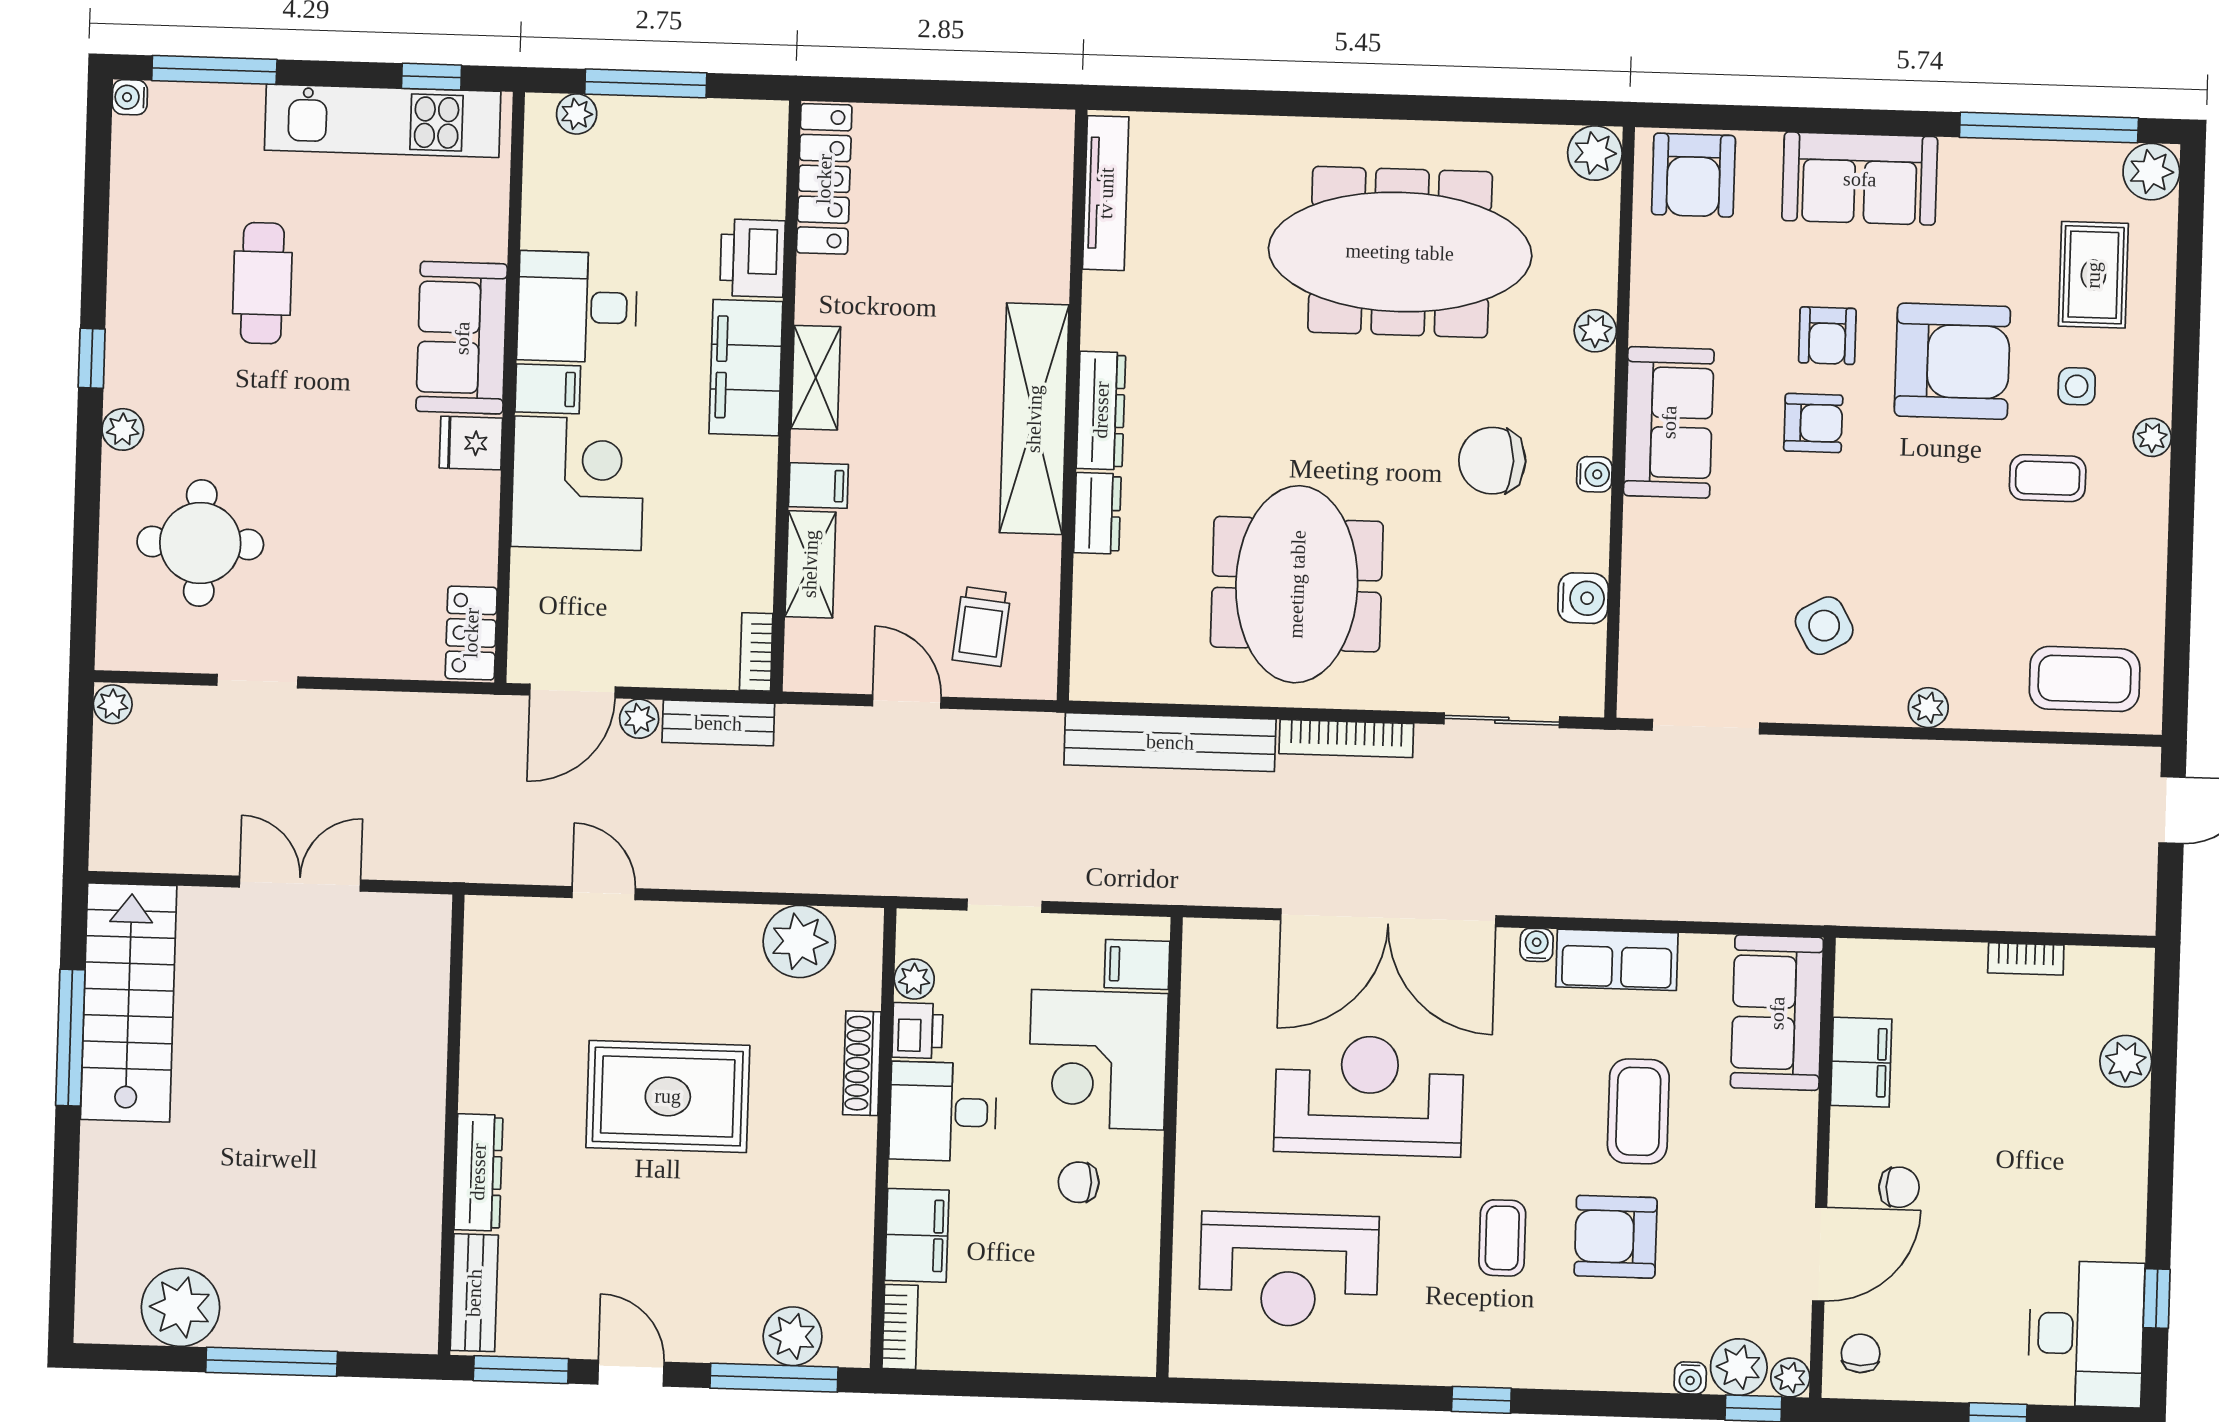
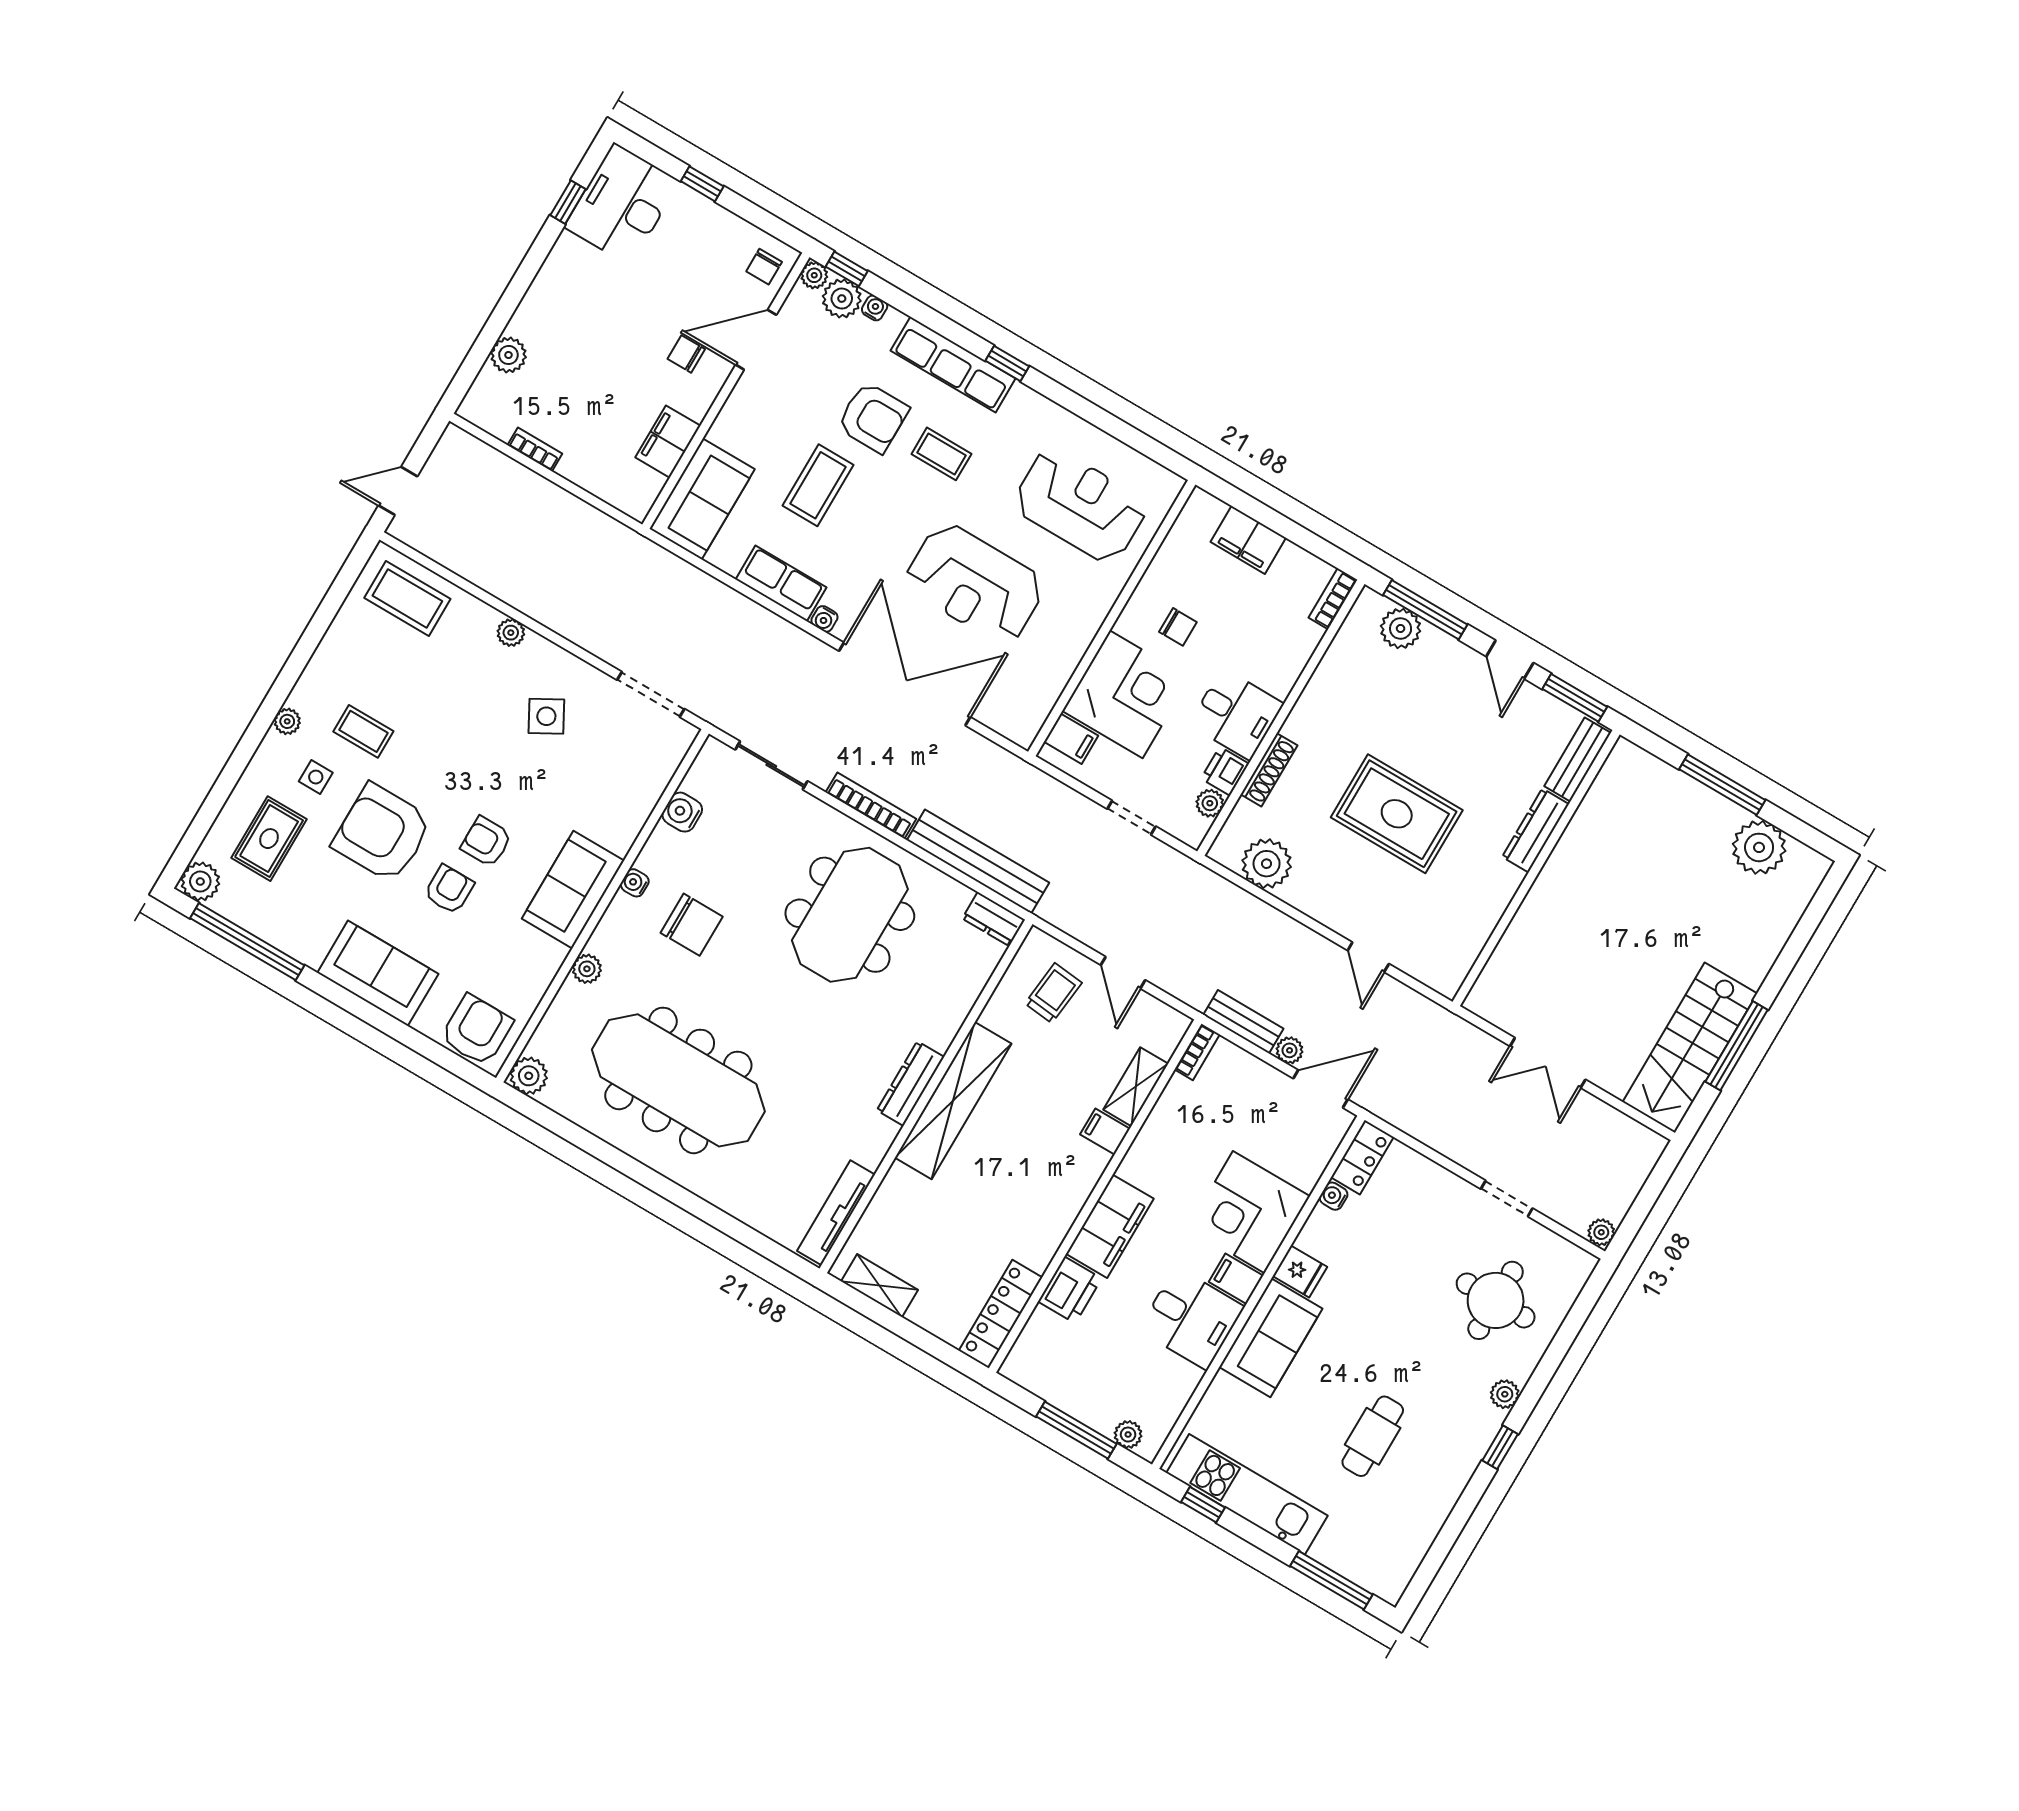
water cooler: (130, 97) -> (1334, 1196), moved, turned 180
shelving: (816, 378) -> (880, 1286), moved, turned 90
dresser: (1097, 513) -> (994, 919), moved, turned -90
filing cabinet: (917, 1235) -> (1248, 540), moved, turned -90
coffee table: (1502, 1238) -> (941, 454), turned 90
row of seats: (1550, 1361) -> (953, 365), added

